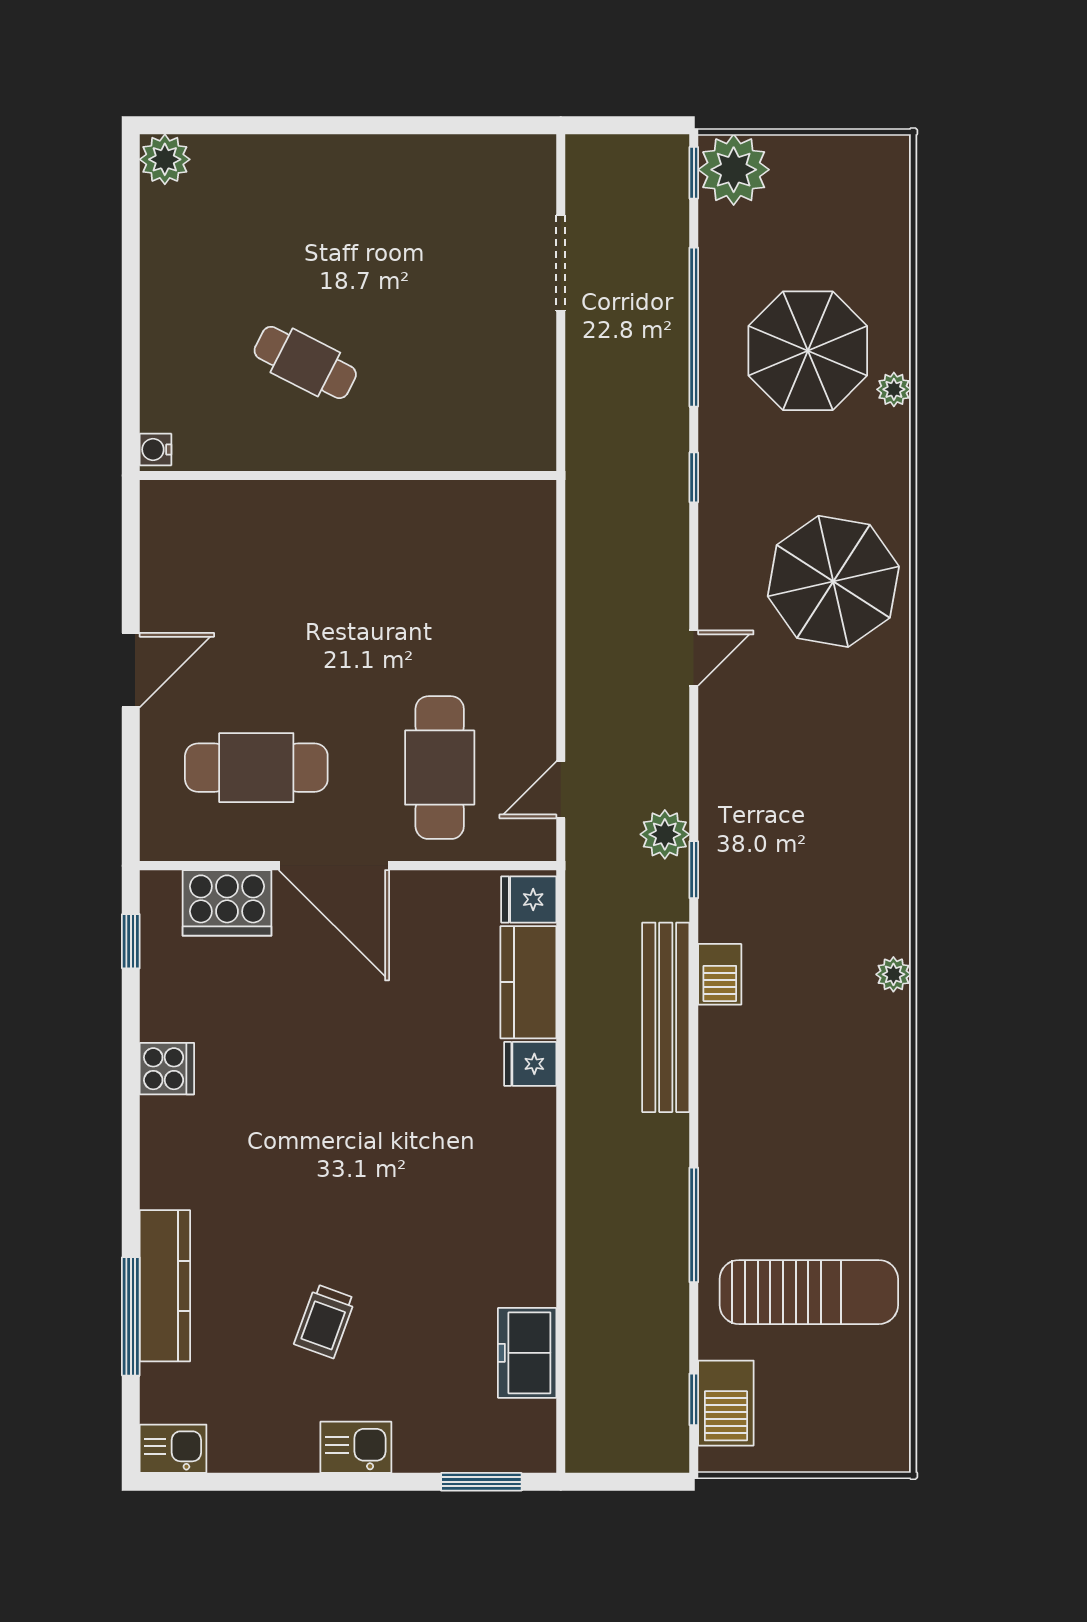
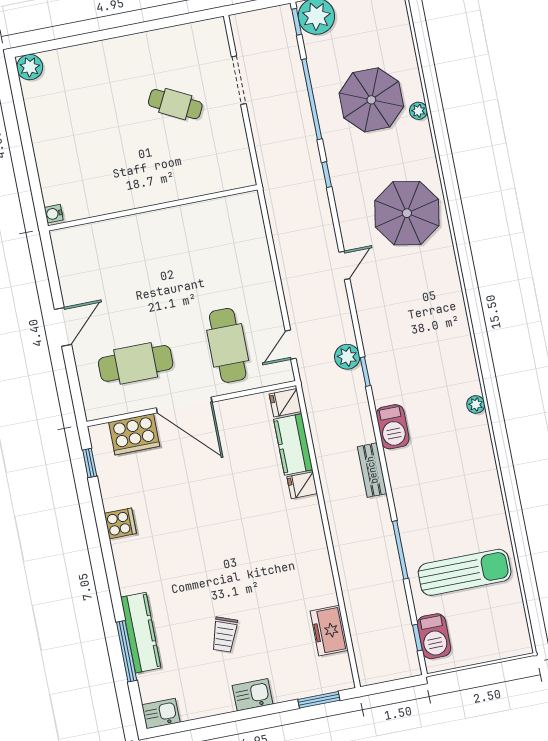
cafe table: (305, 362) -> (175, 104), moved
barbecue: (720, 974) -> (393, 427), width x1.38, depth x1.27
bench: (666, 1017) -> (372, 470), width x0.54, depth x0.82

